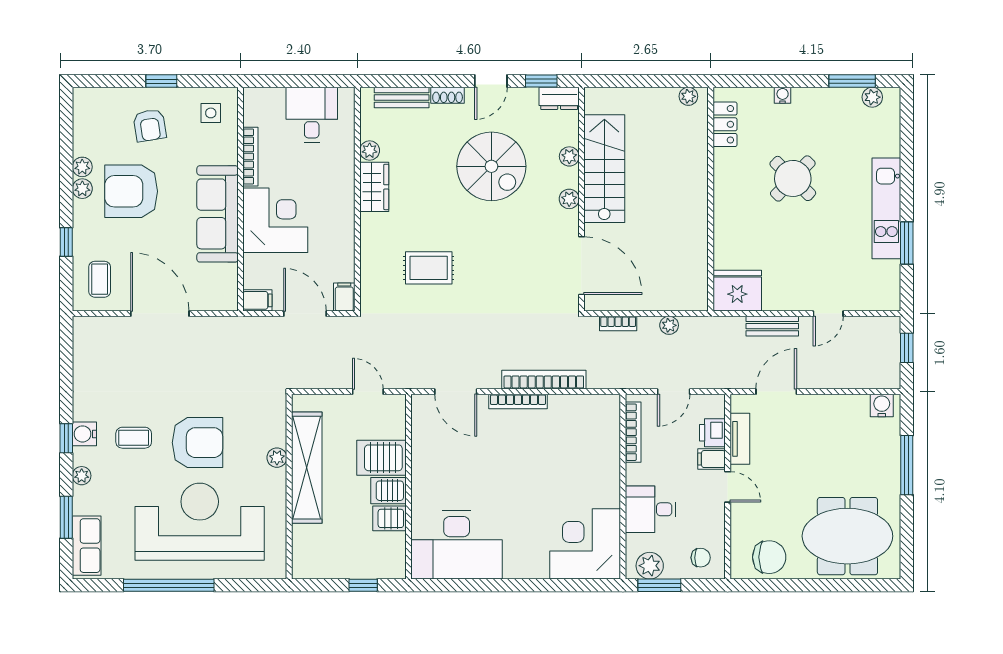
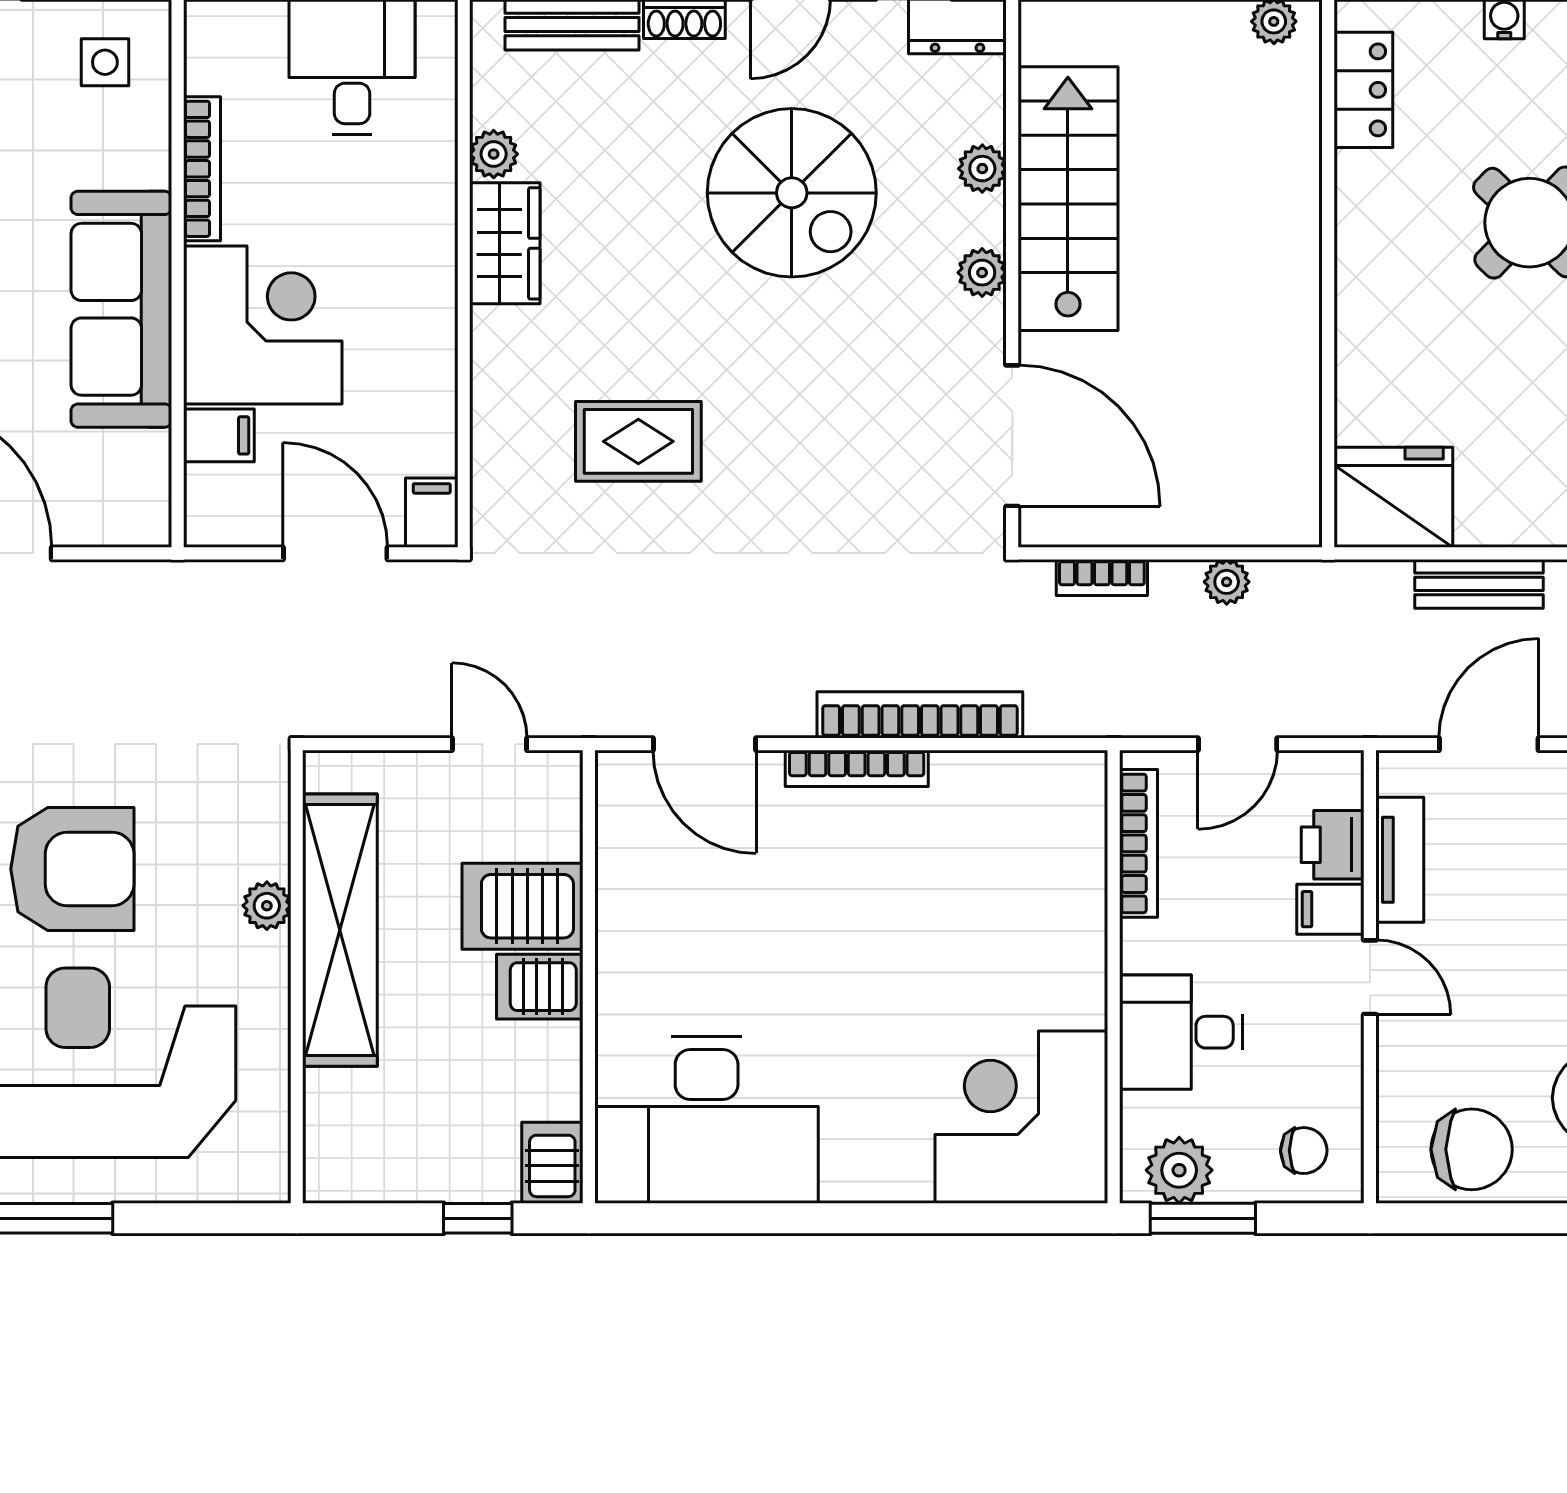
filing cabinet: (257, 300) -> (219, 435), moved
server rack: (390, 518) -> (552, 1163), moved, turned 90

